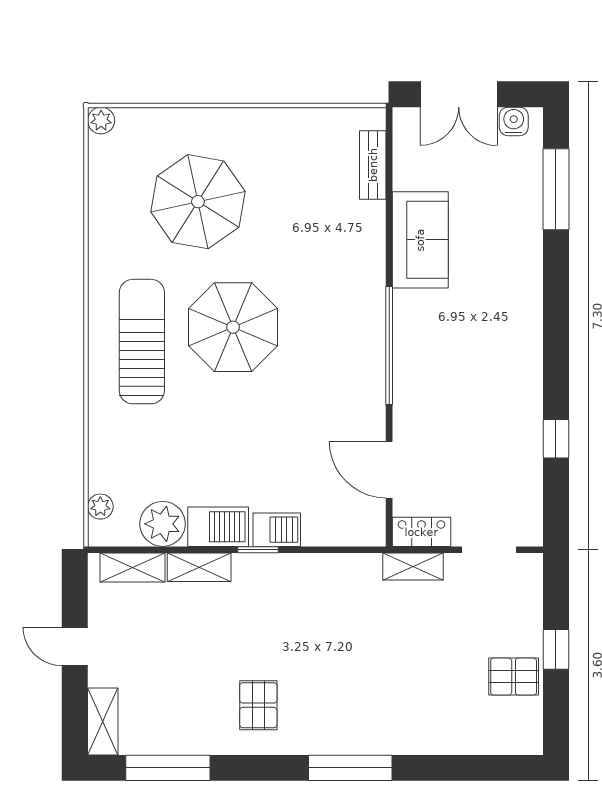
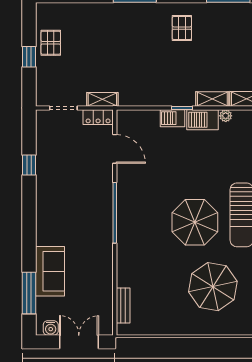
sofa: (420, 240) -> (50, 271), moved, turned 180
plant: (163, 524) -> (226, 116), width x0.53, depth x0.53
pallet: (514, 677) -> (51, 43), turned 90

